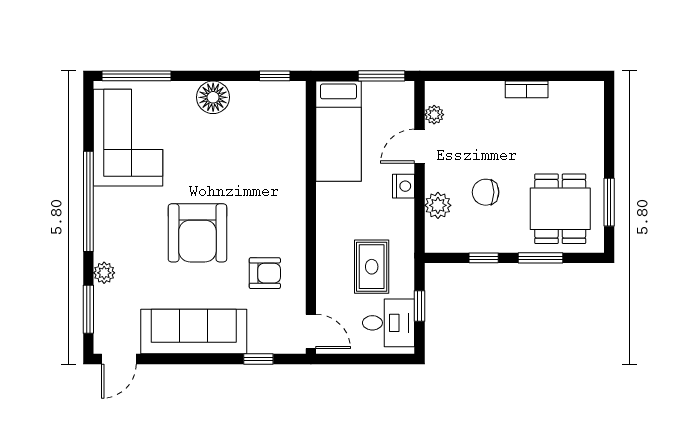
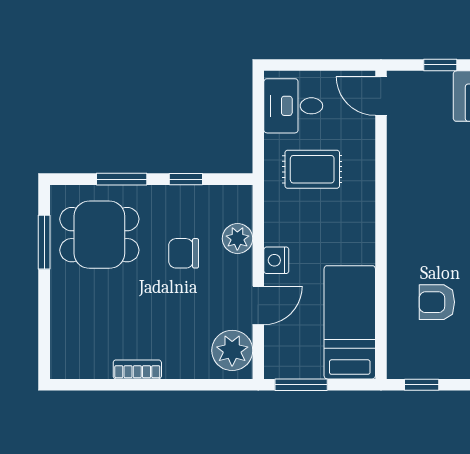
plant: (434, 115) -> (232, 350), width x1.87, depth x1.87
chair: (486, 192) -> (184, 253), turned 180
dining table: (560, 209) -> (99, 235), turned 90
rug: (372, 267) -> (312, 169), turned 90
armchair: (265, 273) -> (437, 302), moved
window: (420, 306) -> (258, 125), removed

